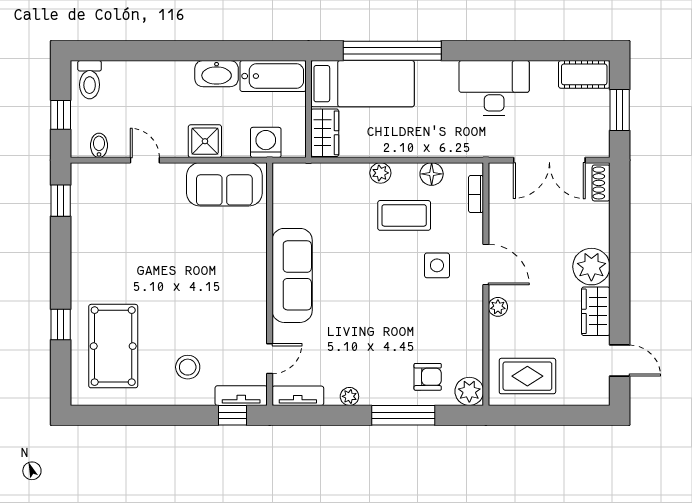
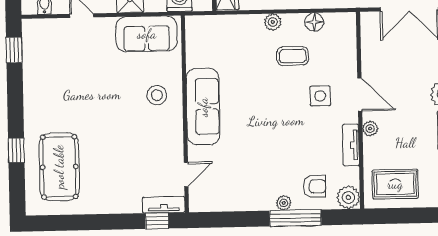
bookcase: (476, 194) -> (351, 37), removed
coffee table: (404, 215) -> (293, 56), width x0.73, depth x0.77
stool: (188, 367) -> (157, 95), moved
tv unit: (298, 396) -> (351, 145), moved, turned -90
plant: (349, 396) -> (284, 203), moved

